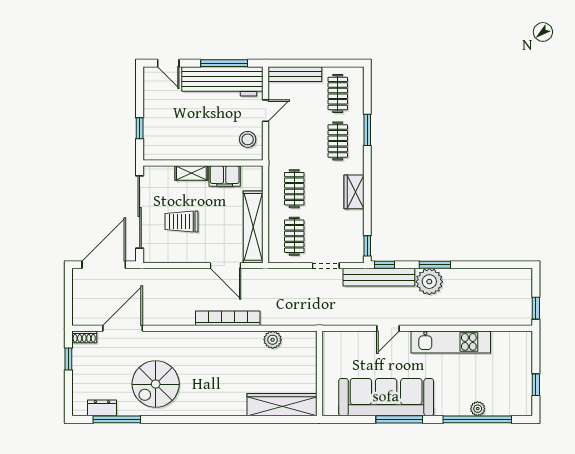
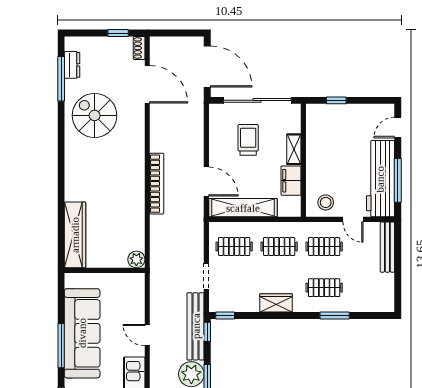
clothes rail: (338, 93) -> (324, 247), moved
door: (226, 266) -> (206, 182), swing flipped
plant: (273, 340) -> (136, 259), moved

